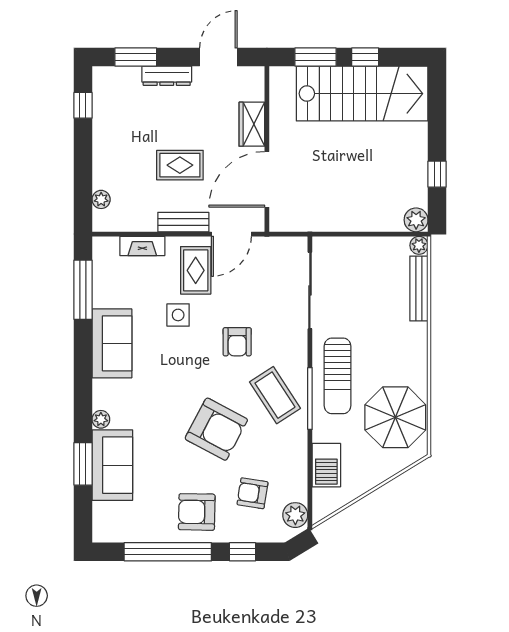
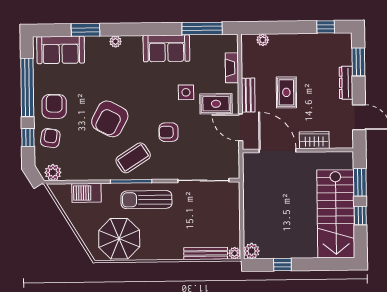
sofa: (112, 465) -> (61, 50), moved
armchair: (252, 493) -> (50, 138), moved

